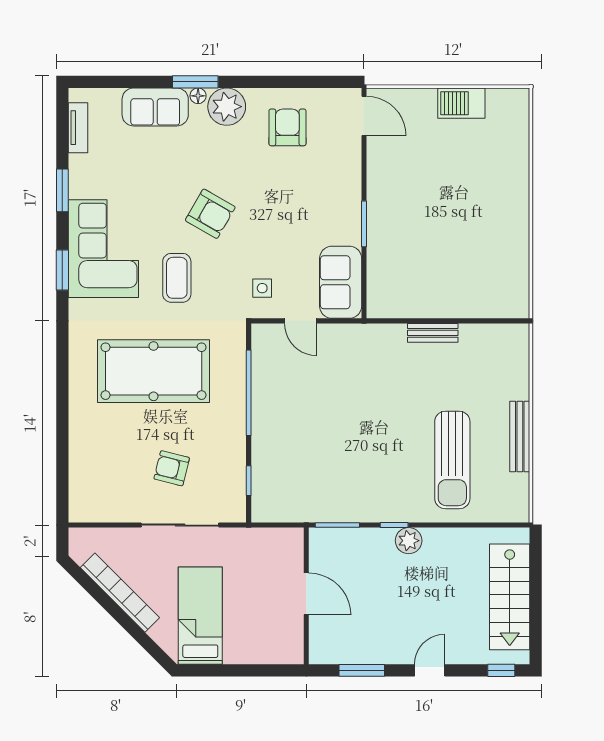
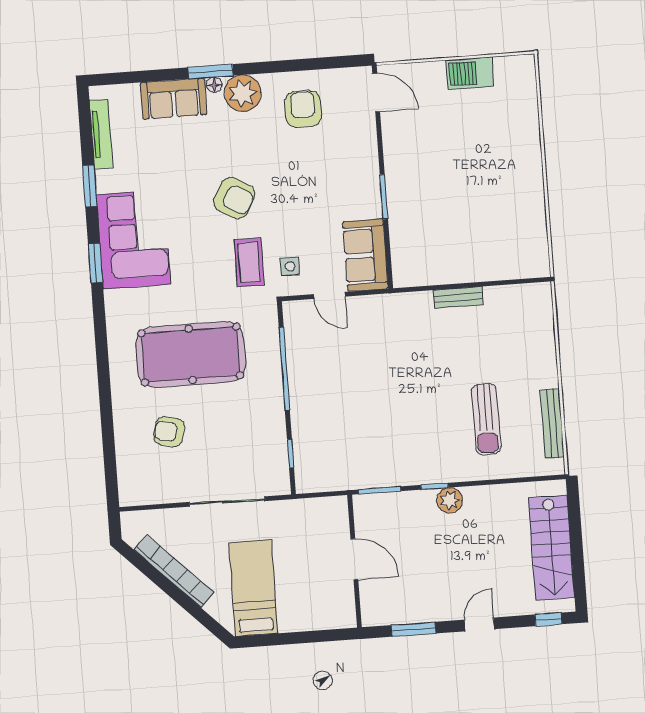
tv unit: (78, 128) -> (101, 134), width x1.41
coffee table: (177, 278) -> (249, 262), moved
bench: (520, 437) -> (552, 424), moved
sun lounger: (452, 460) -> (486, 419), width x0.73, depth x0.75
armchair: (172, 468) -> (169, 432), moved

